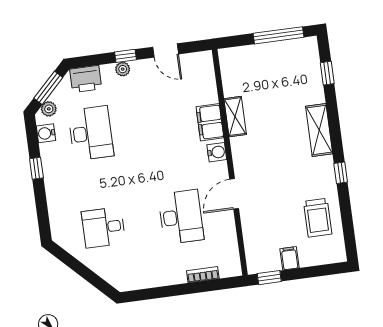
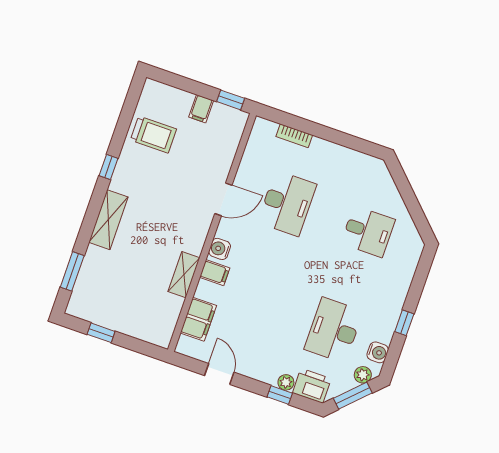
window: (278, 35) -> (101, 333), width x0.46
window: (125, 56) -> (280, 395), moved
plant: (123, 69) -> (286, 382), moved
window: (327, 73) -> (72, 271), width x1.50
filing cabinet: (205, 86) -> (198, 319), added
filing cabinet: (210, 122) -> (215, 273), width x0.50
desk: (181, 217) -> (287, 203), turned 180
trolley: (318, 218) -> (153, 135), turned 90

